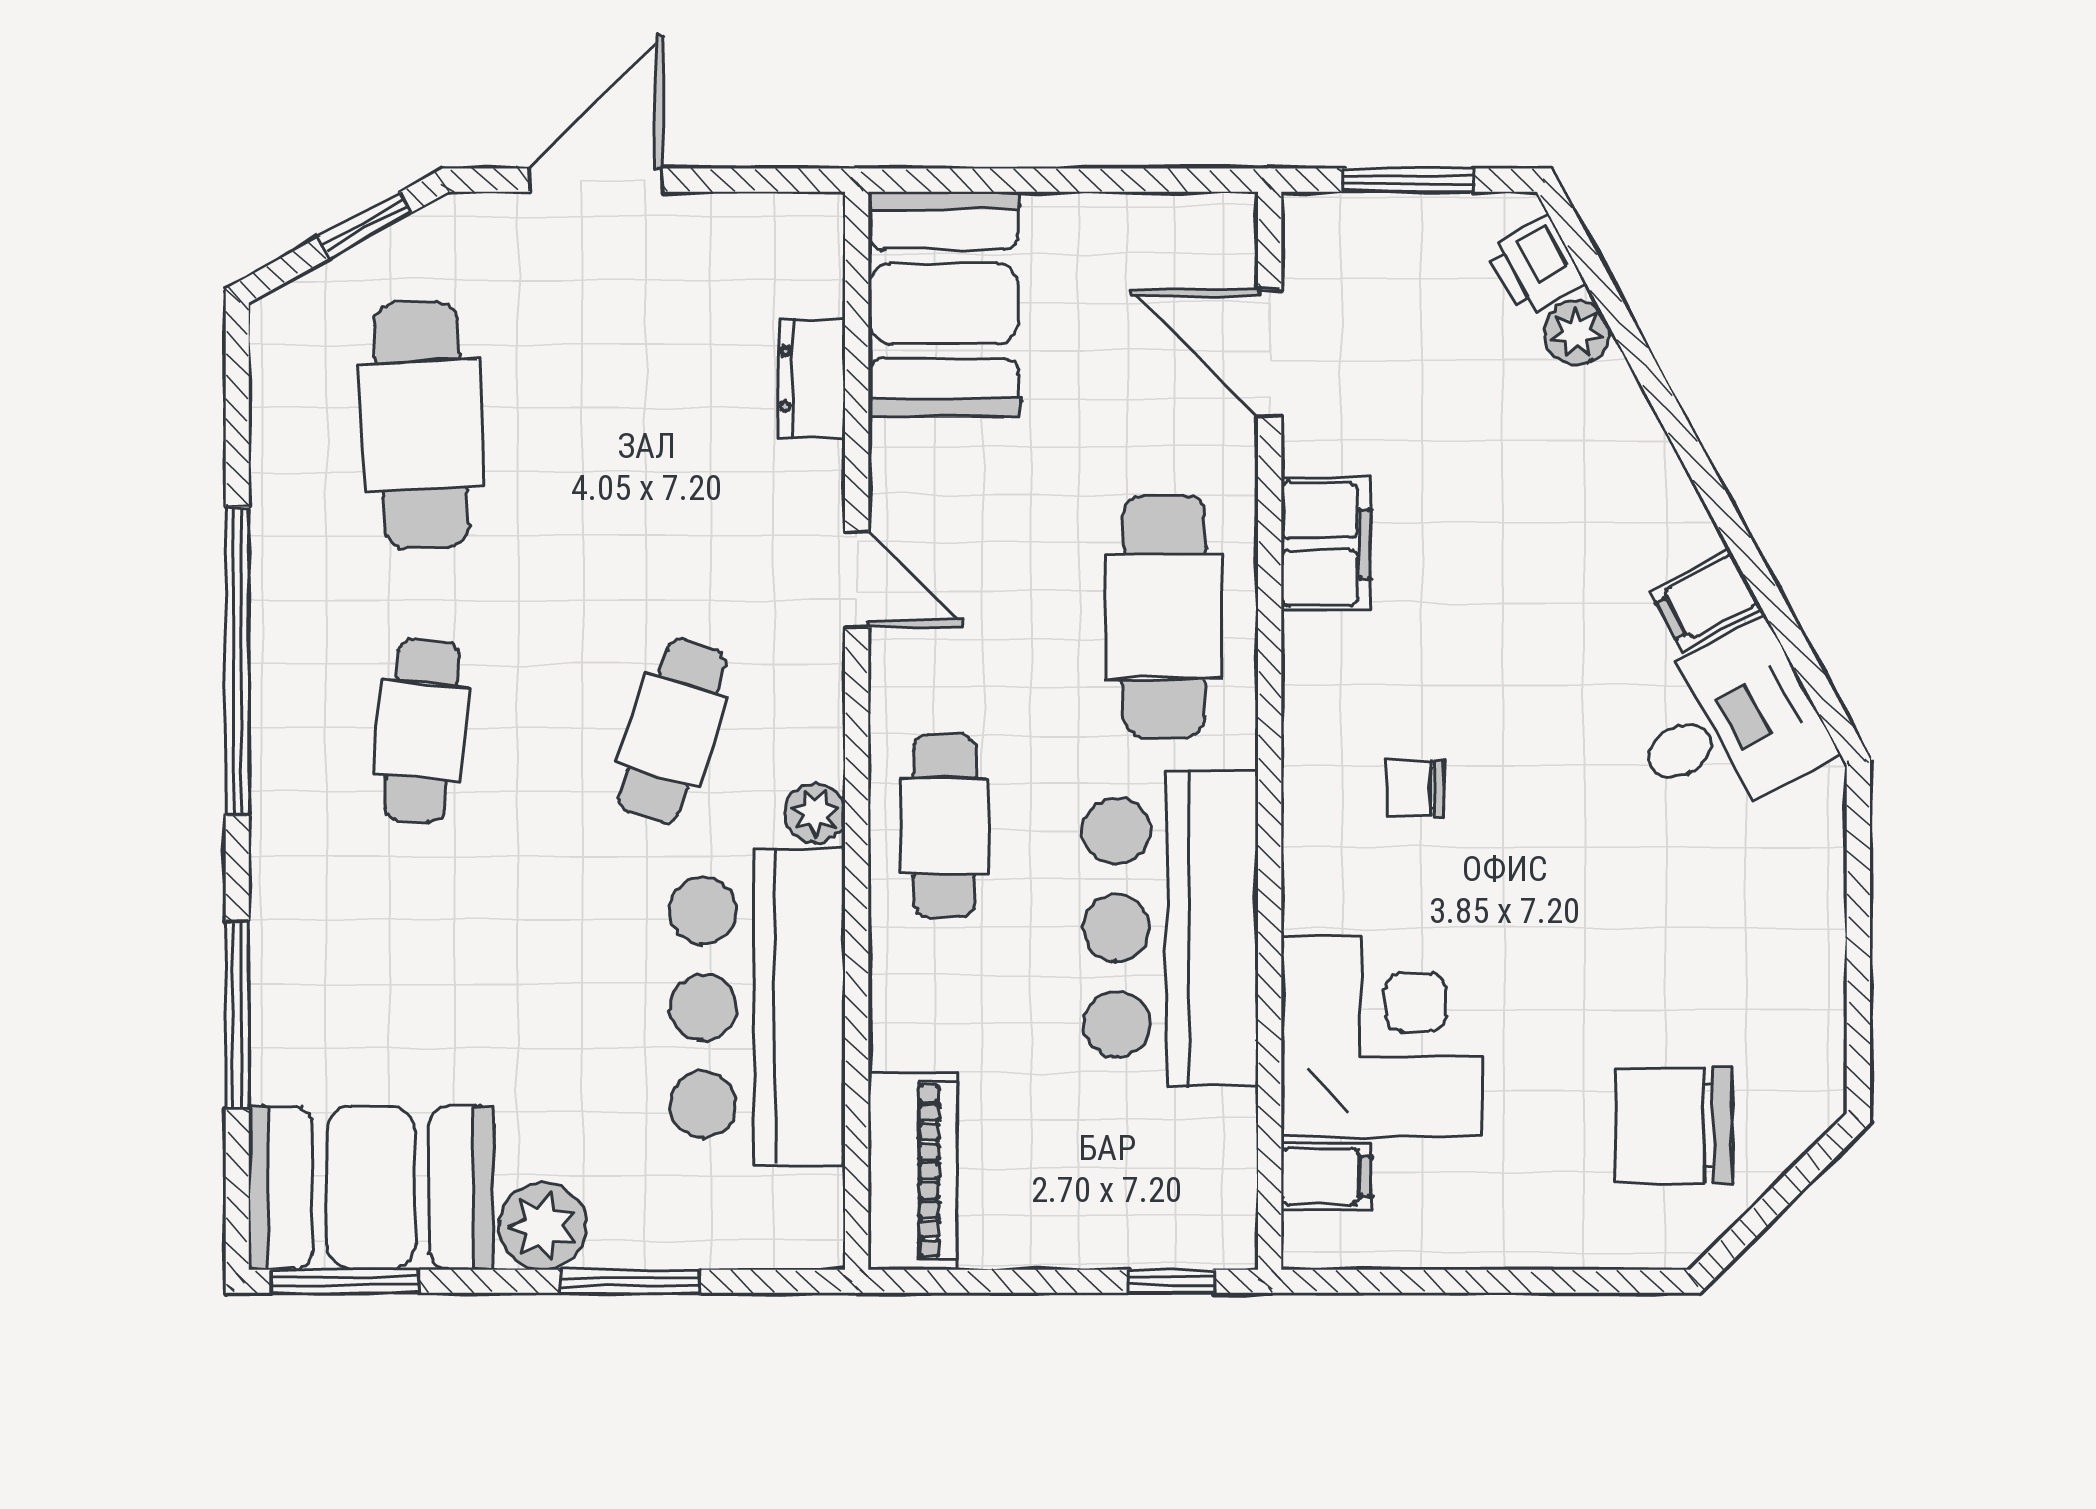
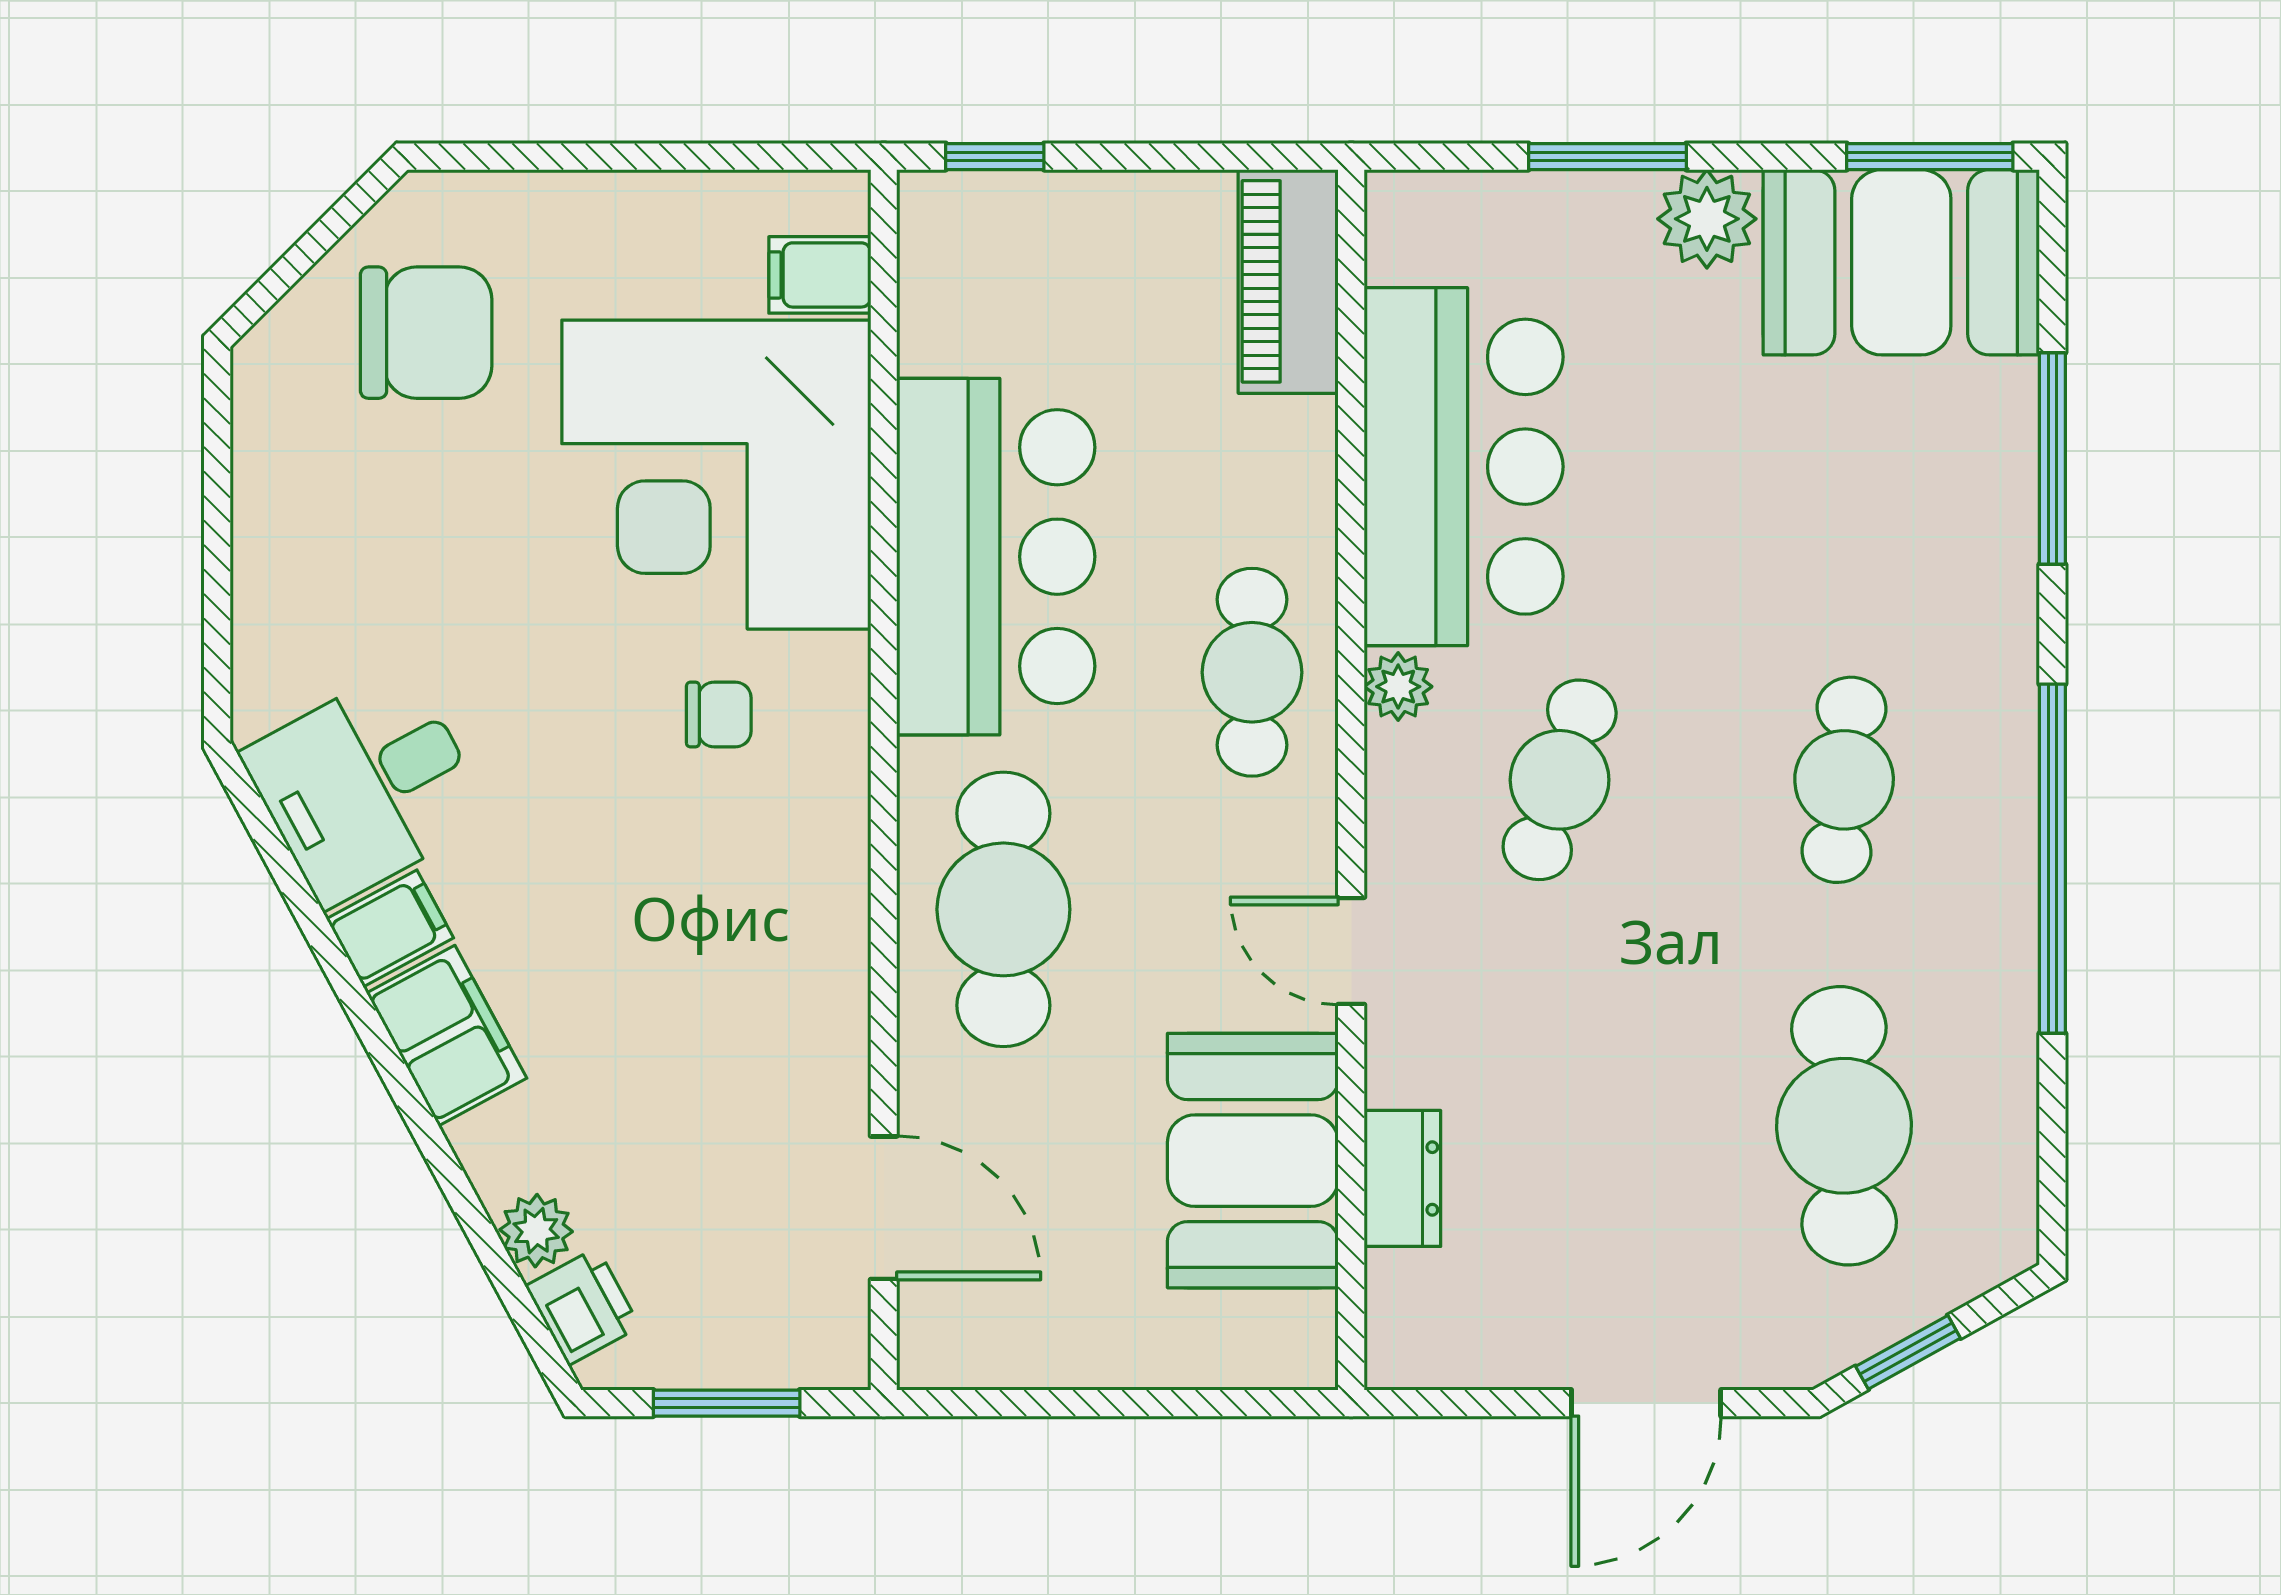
booth: (944, 304) -> (1253, 1161), moved
filing cabinet: (1326, 544) -> (447, 1036), moved, turned 152
corner desk: (1381, 1036) -> (716, 475), width x1.36, depth x1.36

